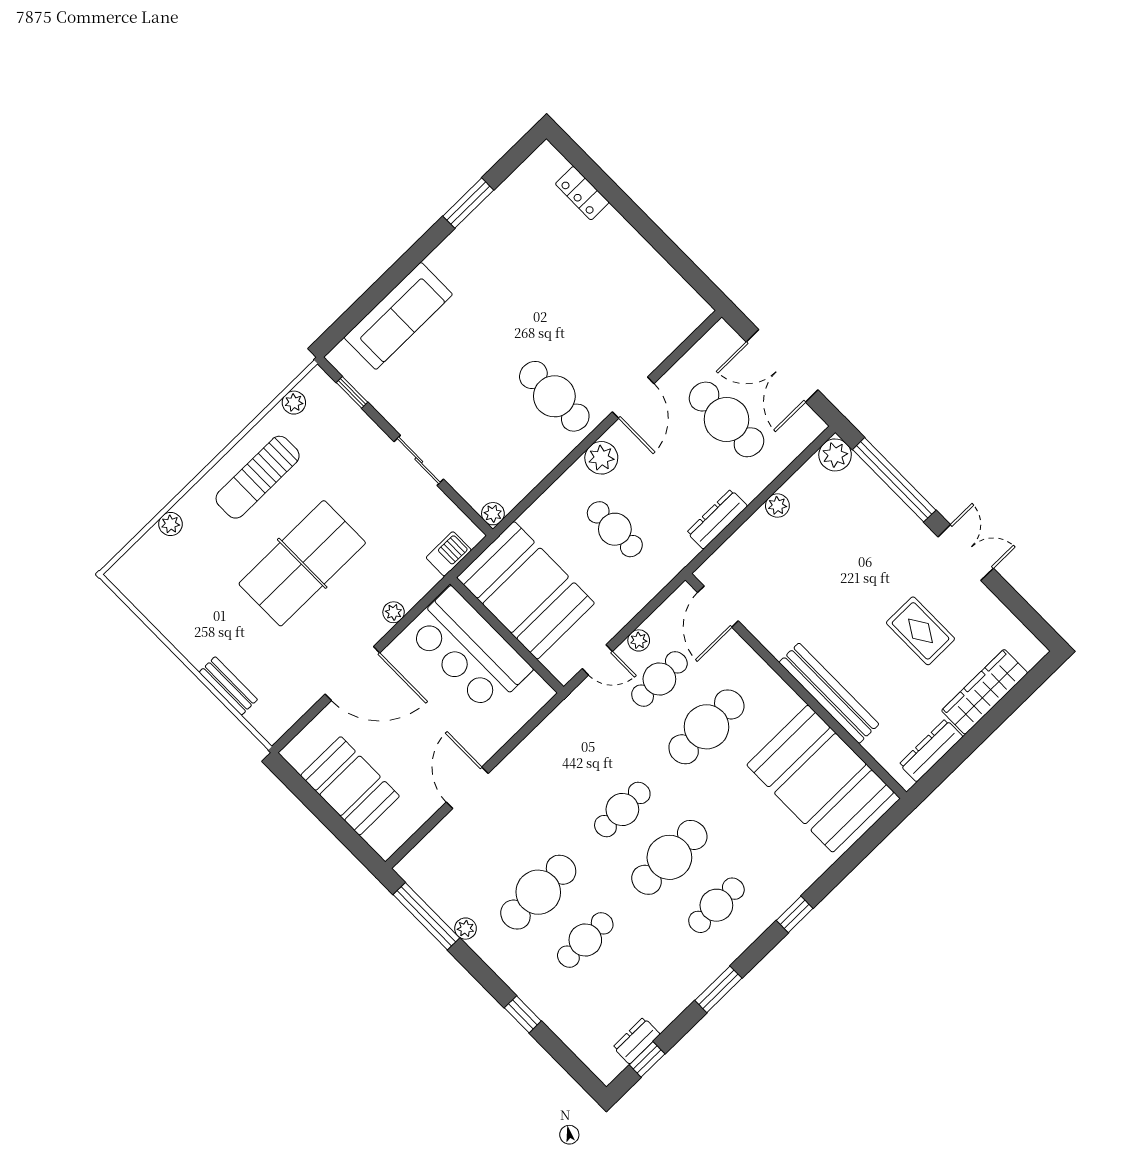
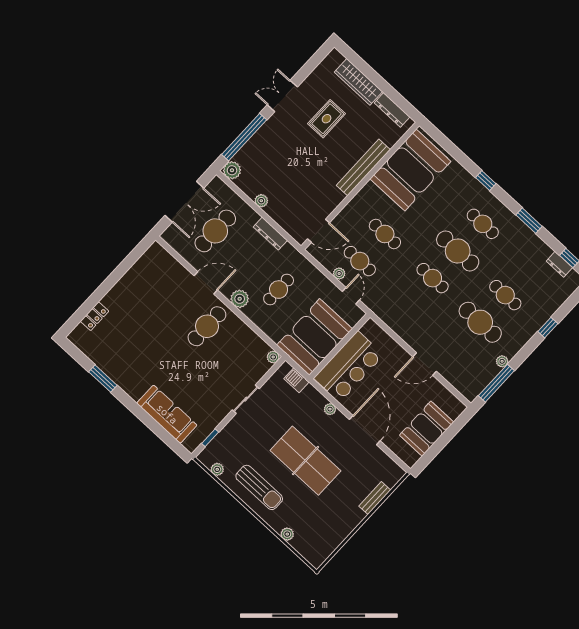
cafe table: (706, 727) -> (385, 234), width x0.73, depth x0.74

